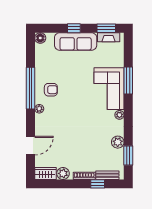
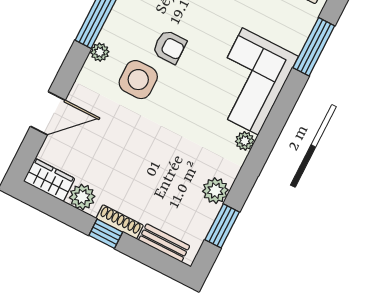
window: (128, 81) -> (314, 47), moved
armchair: (51, 90) -> (169, 47), moved
side table: (61, 112) -> (138, 80), added
window: (98, 184) -> (106, 234), moved

